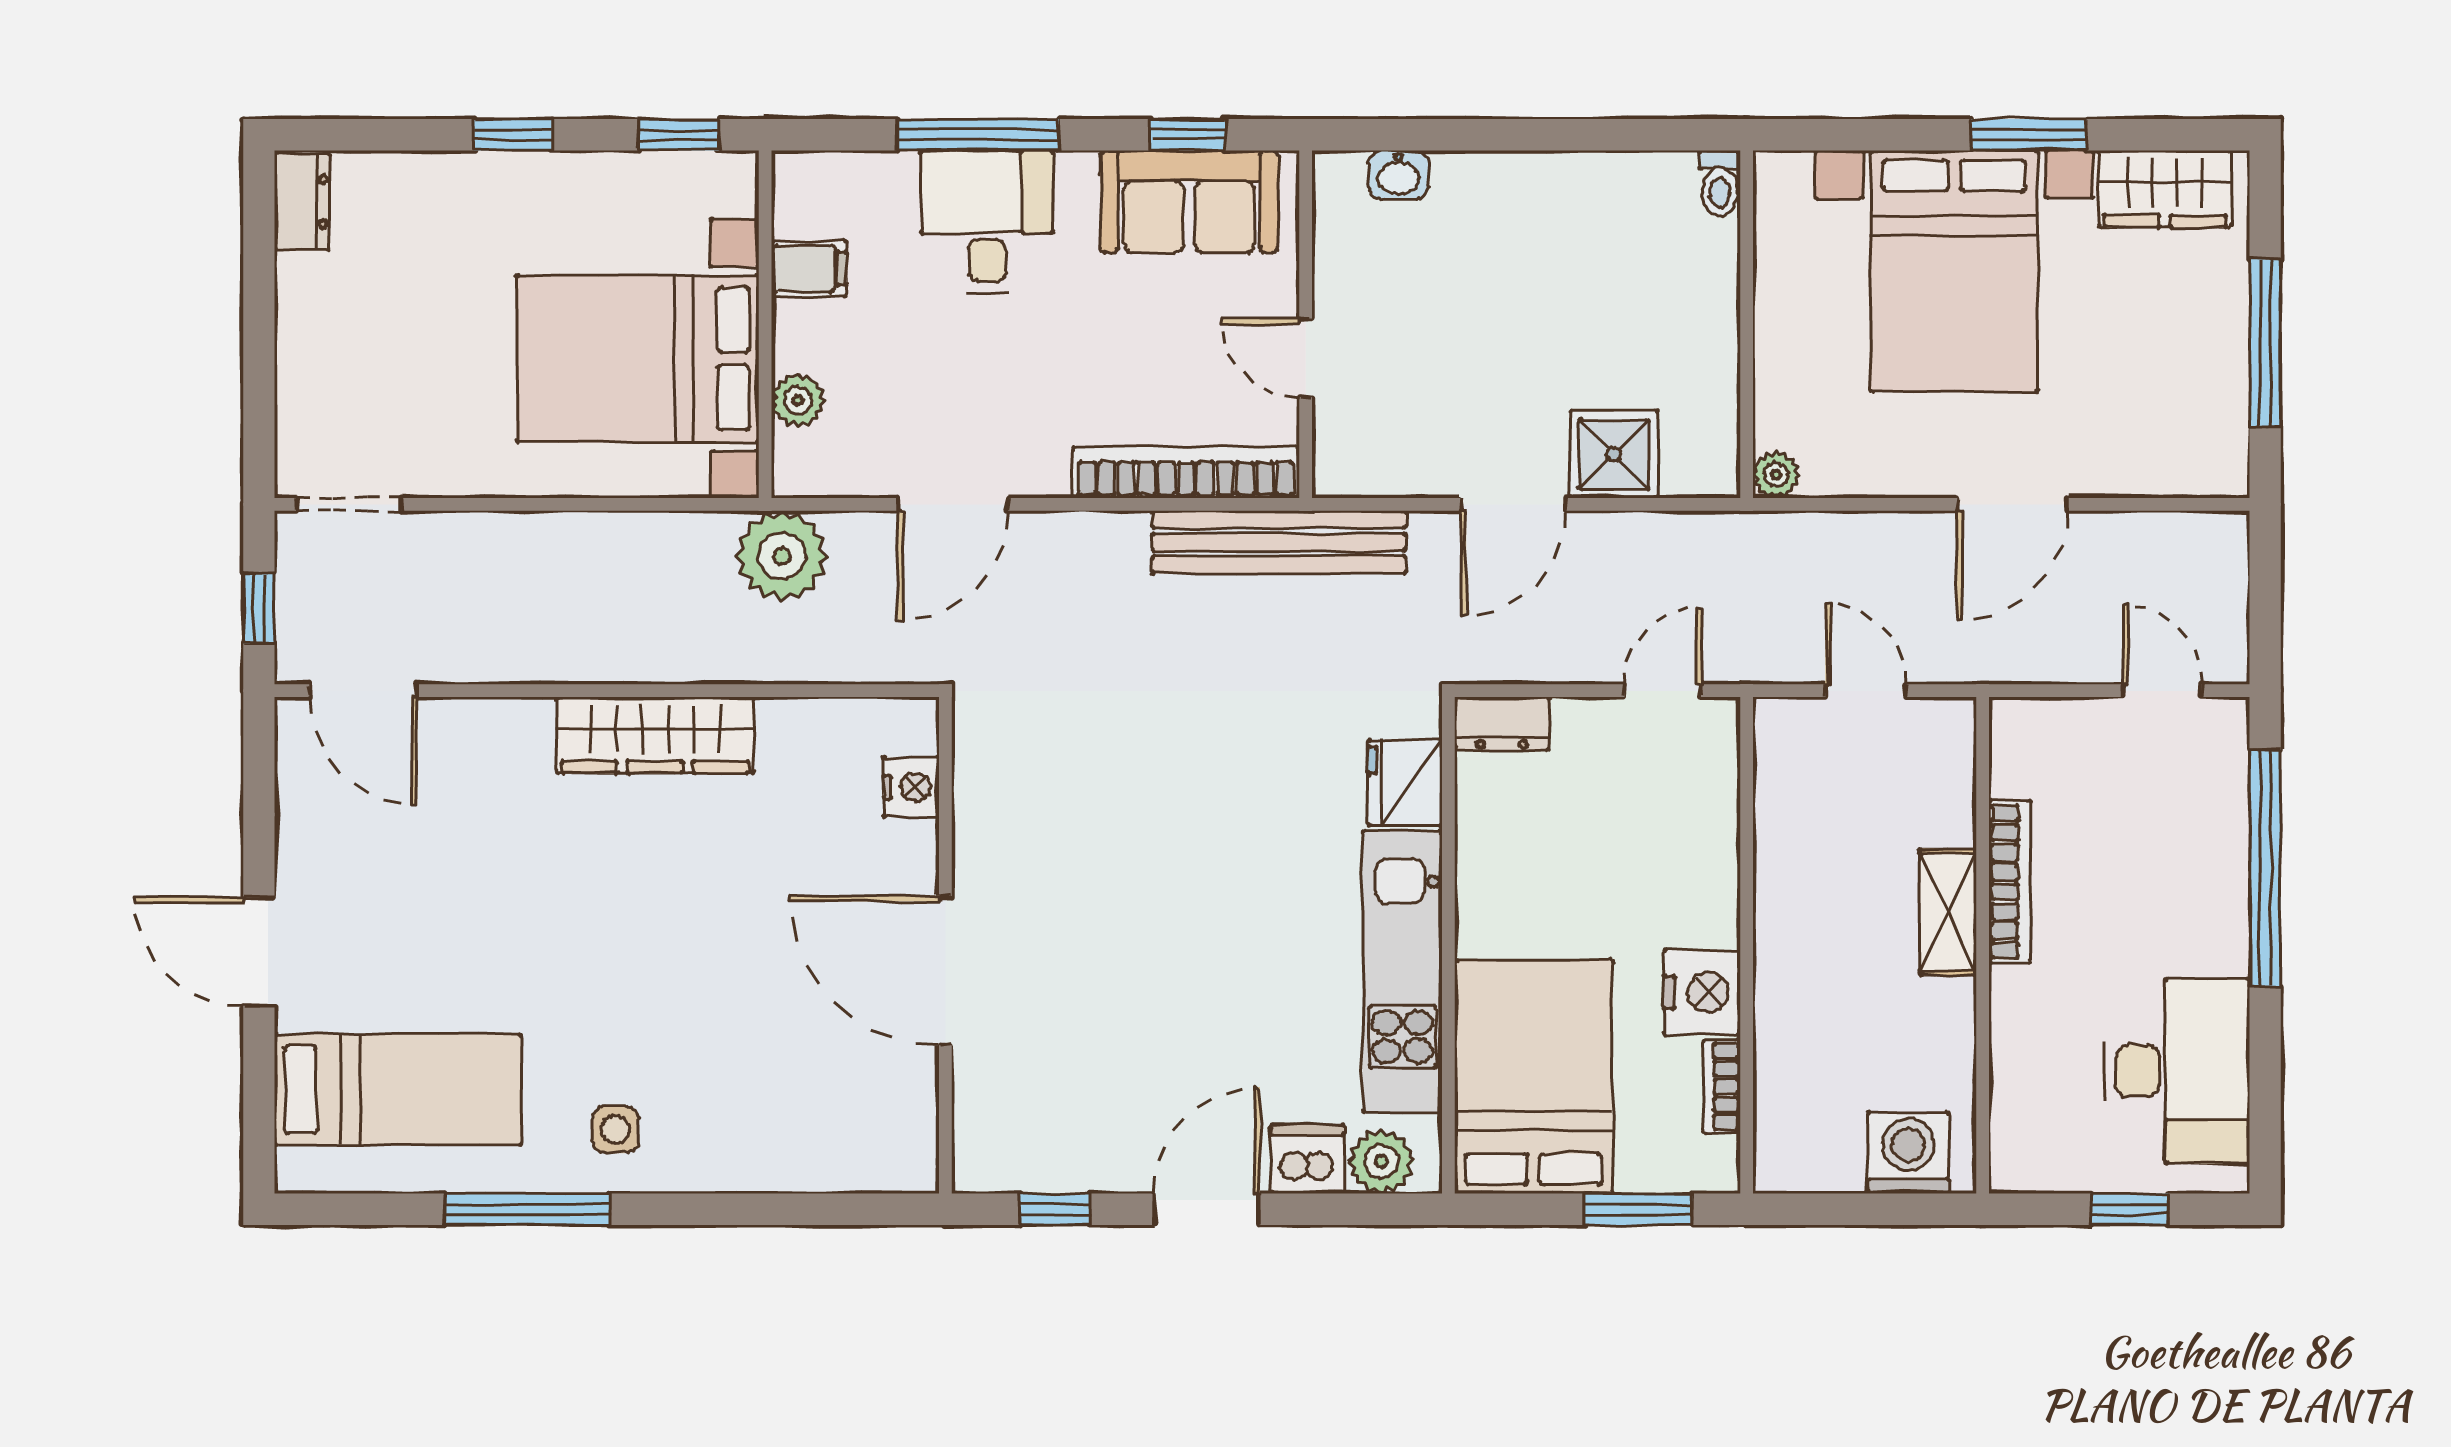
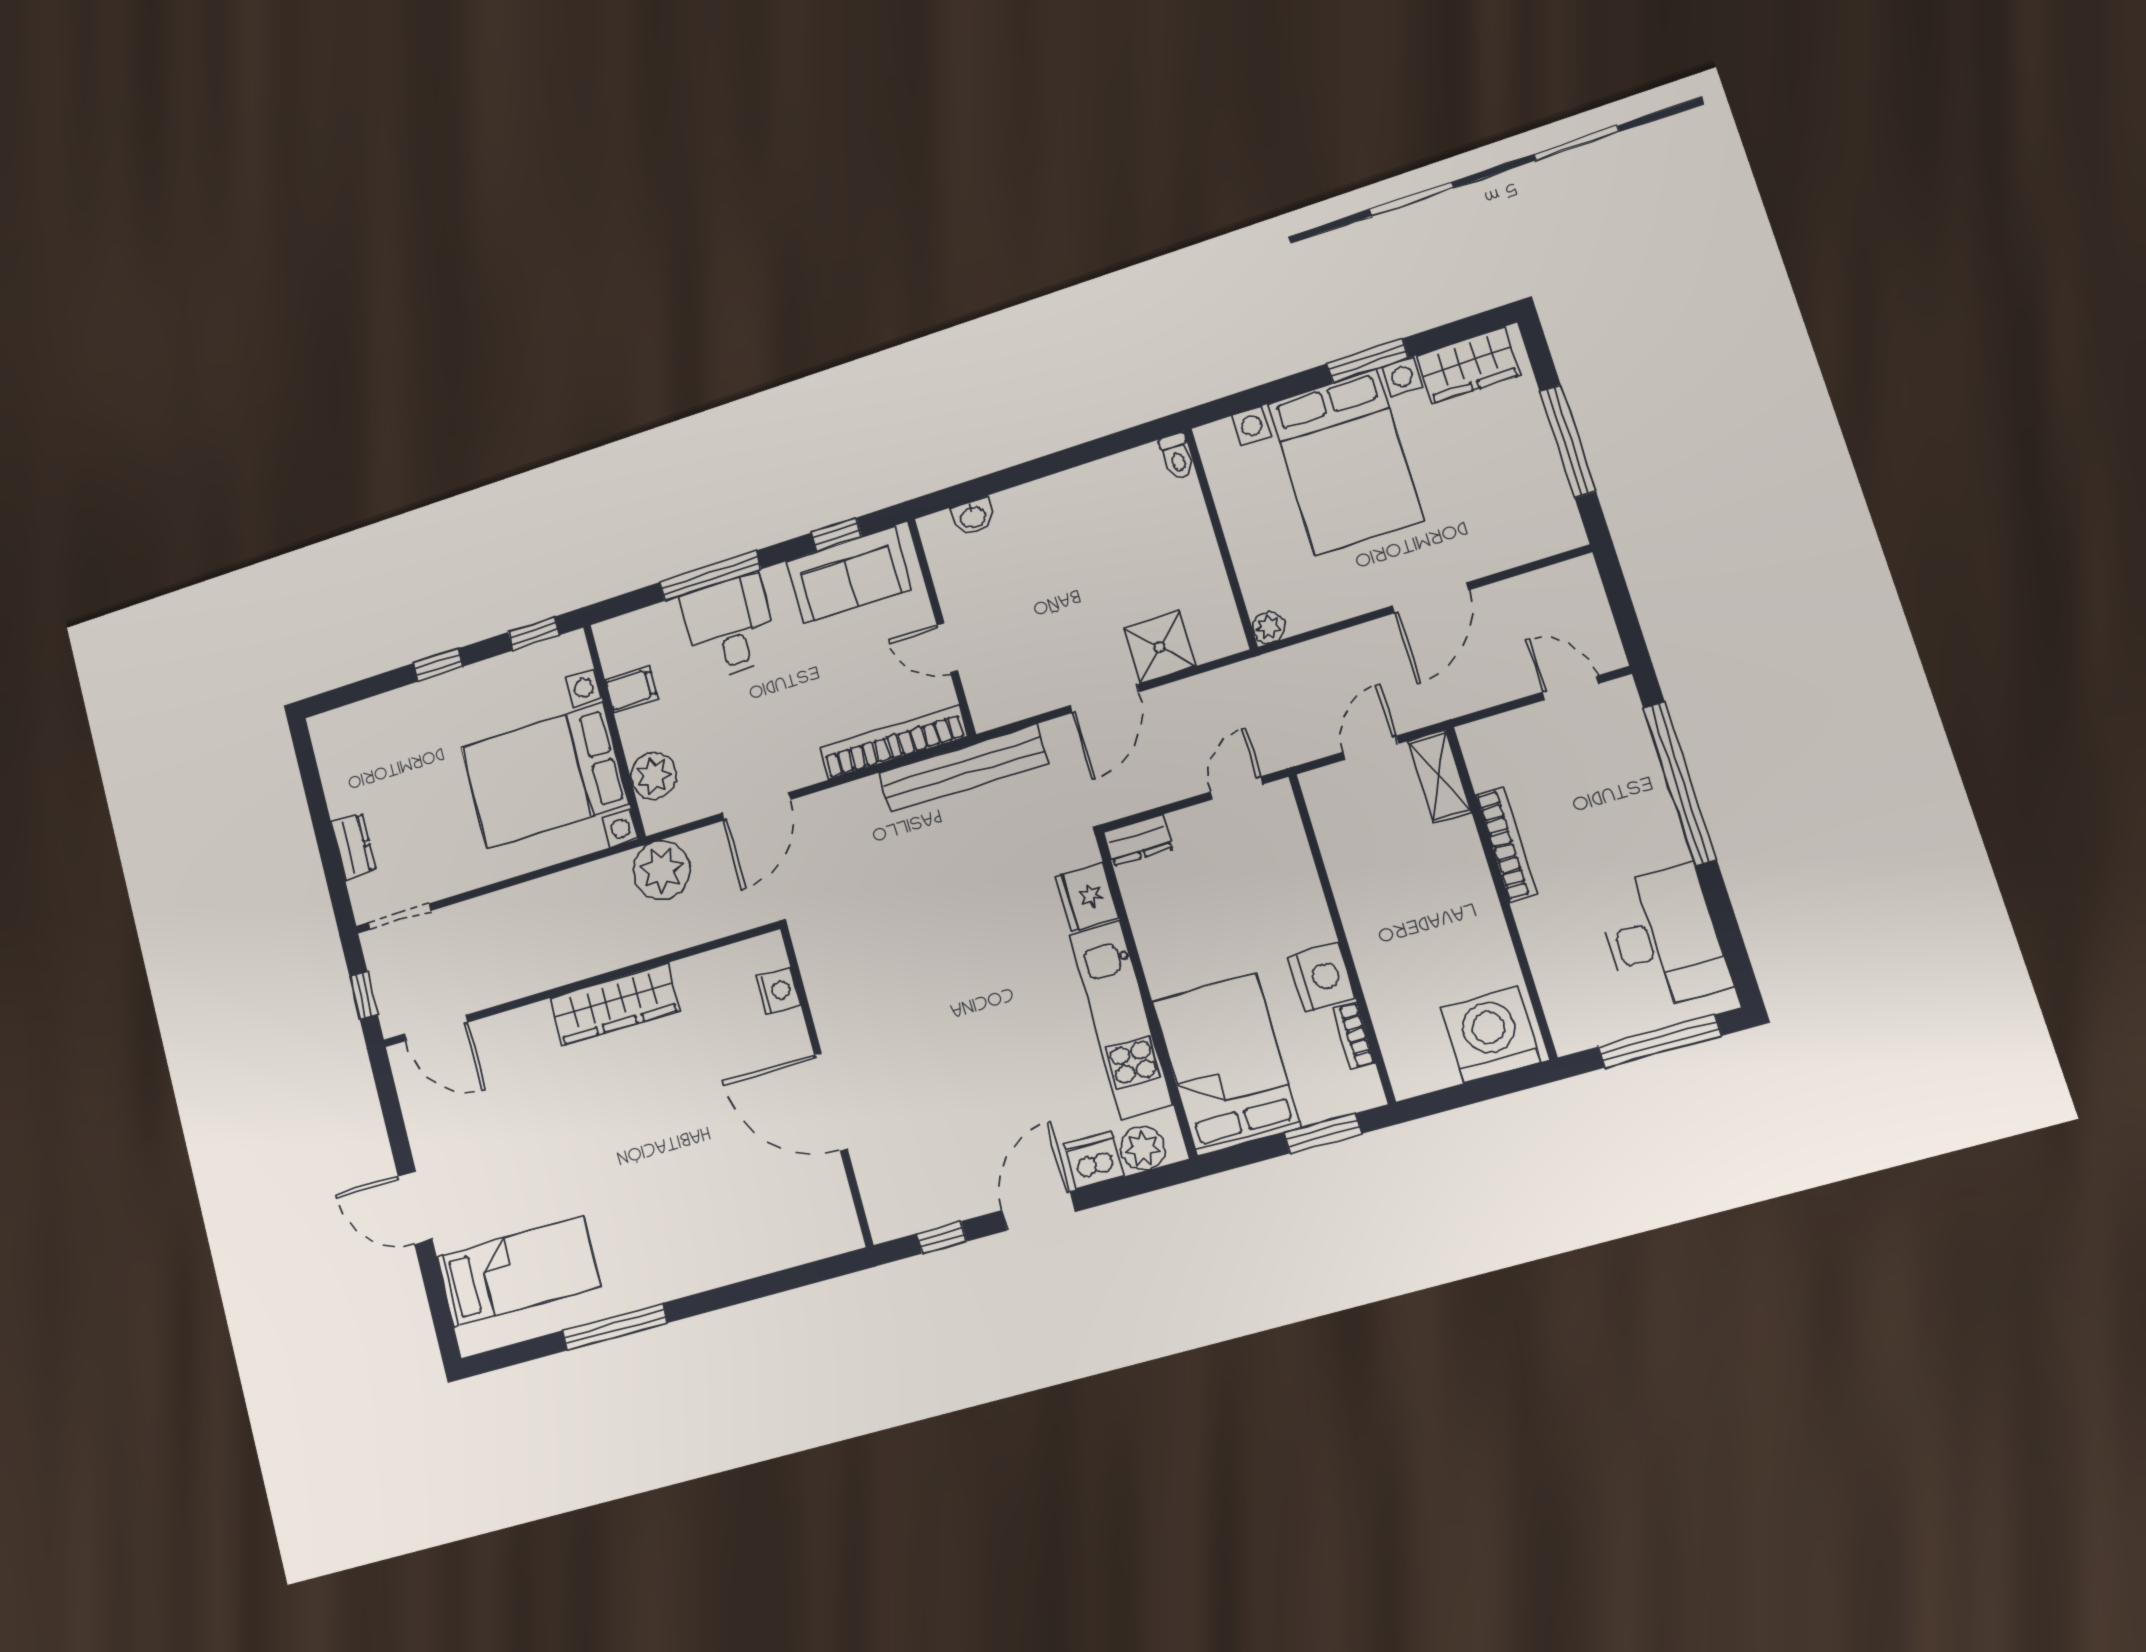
dresser: (302, 202) -> (354, 846), moved
plant: (798, 400) -> (653, 776), width x1.38, depth x1.38
door: (1866, 691) -> (1370, 748), hinge flipped
shelving: (1948, 912) -> (1439, 777), moved
side table: (615, 1130) -> (655, 1261), removed
washing machine: (1908, 1153) -> (1491, 1035), width x1.37, depth x1.37
window: (2130, 1209) -> (1660, 1041), width x2.17

